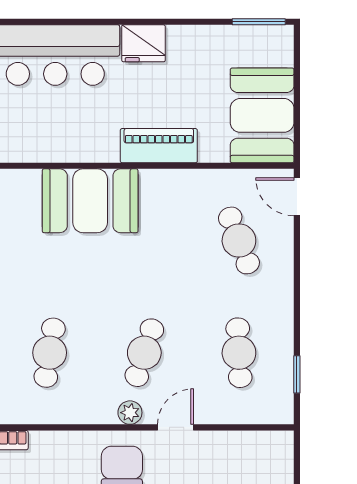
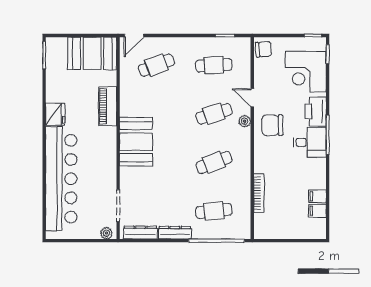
cafe table: (50, 353) -> (214, 162), turned -30
cafe table: (144, 353) -> (214, 114), turned -36
chair: (270, 449) -> (263, 49), added

